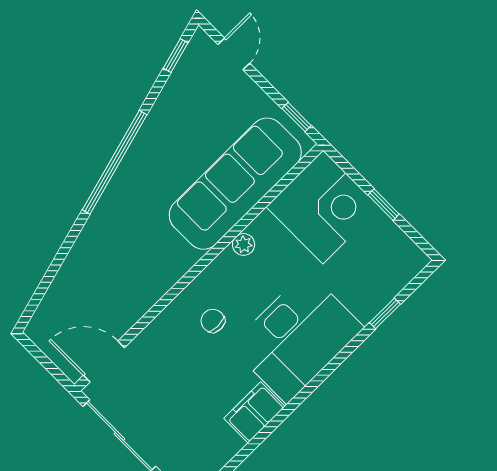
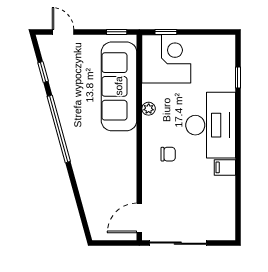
window: (176, 56) -> (43, 72), moved
window: (384, 205) -> (166, 32), moved
chair: (213, 321) -> (168, 154), turned 180
filing cabinet: (254, 412) -> (225, 167), width x0.50

